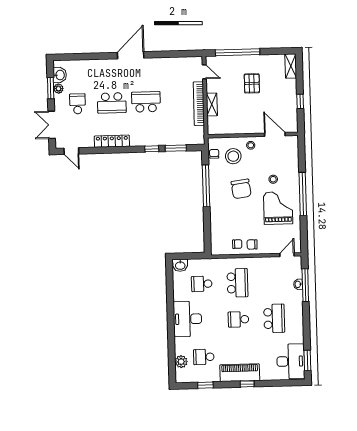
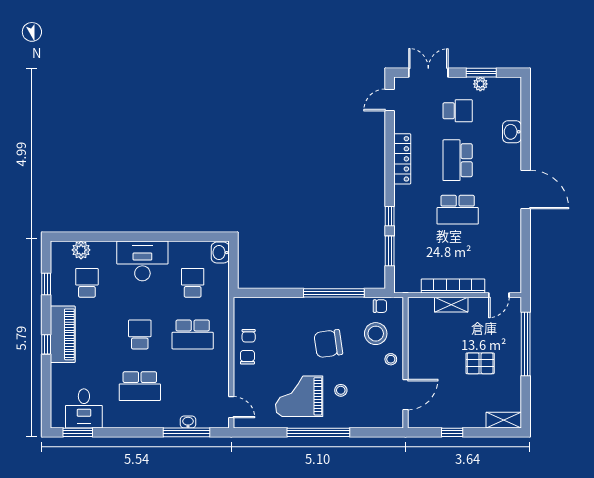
washbasin: (60, 75) -> (512, 132), moved, turned 90
school desk: (146, 102) -> (458, 210), turned 90
grand piano: (278, 208) -> (299, 396), turned 180
desk: (291, 361) -> (84, 408), width x0.73

